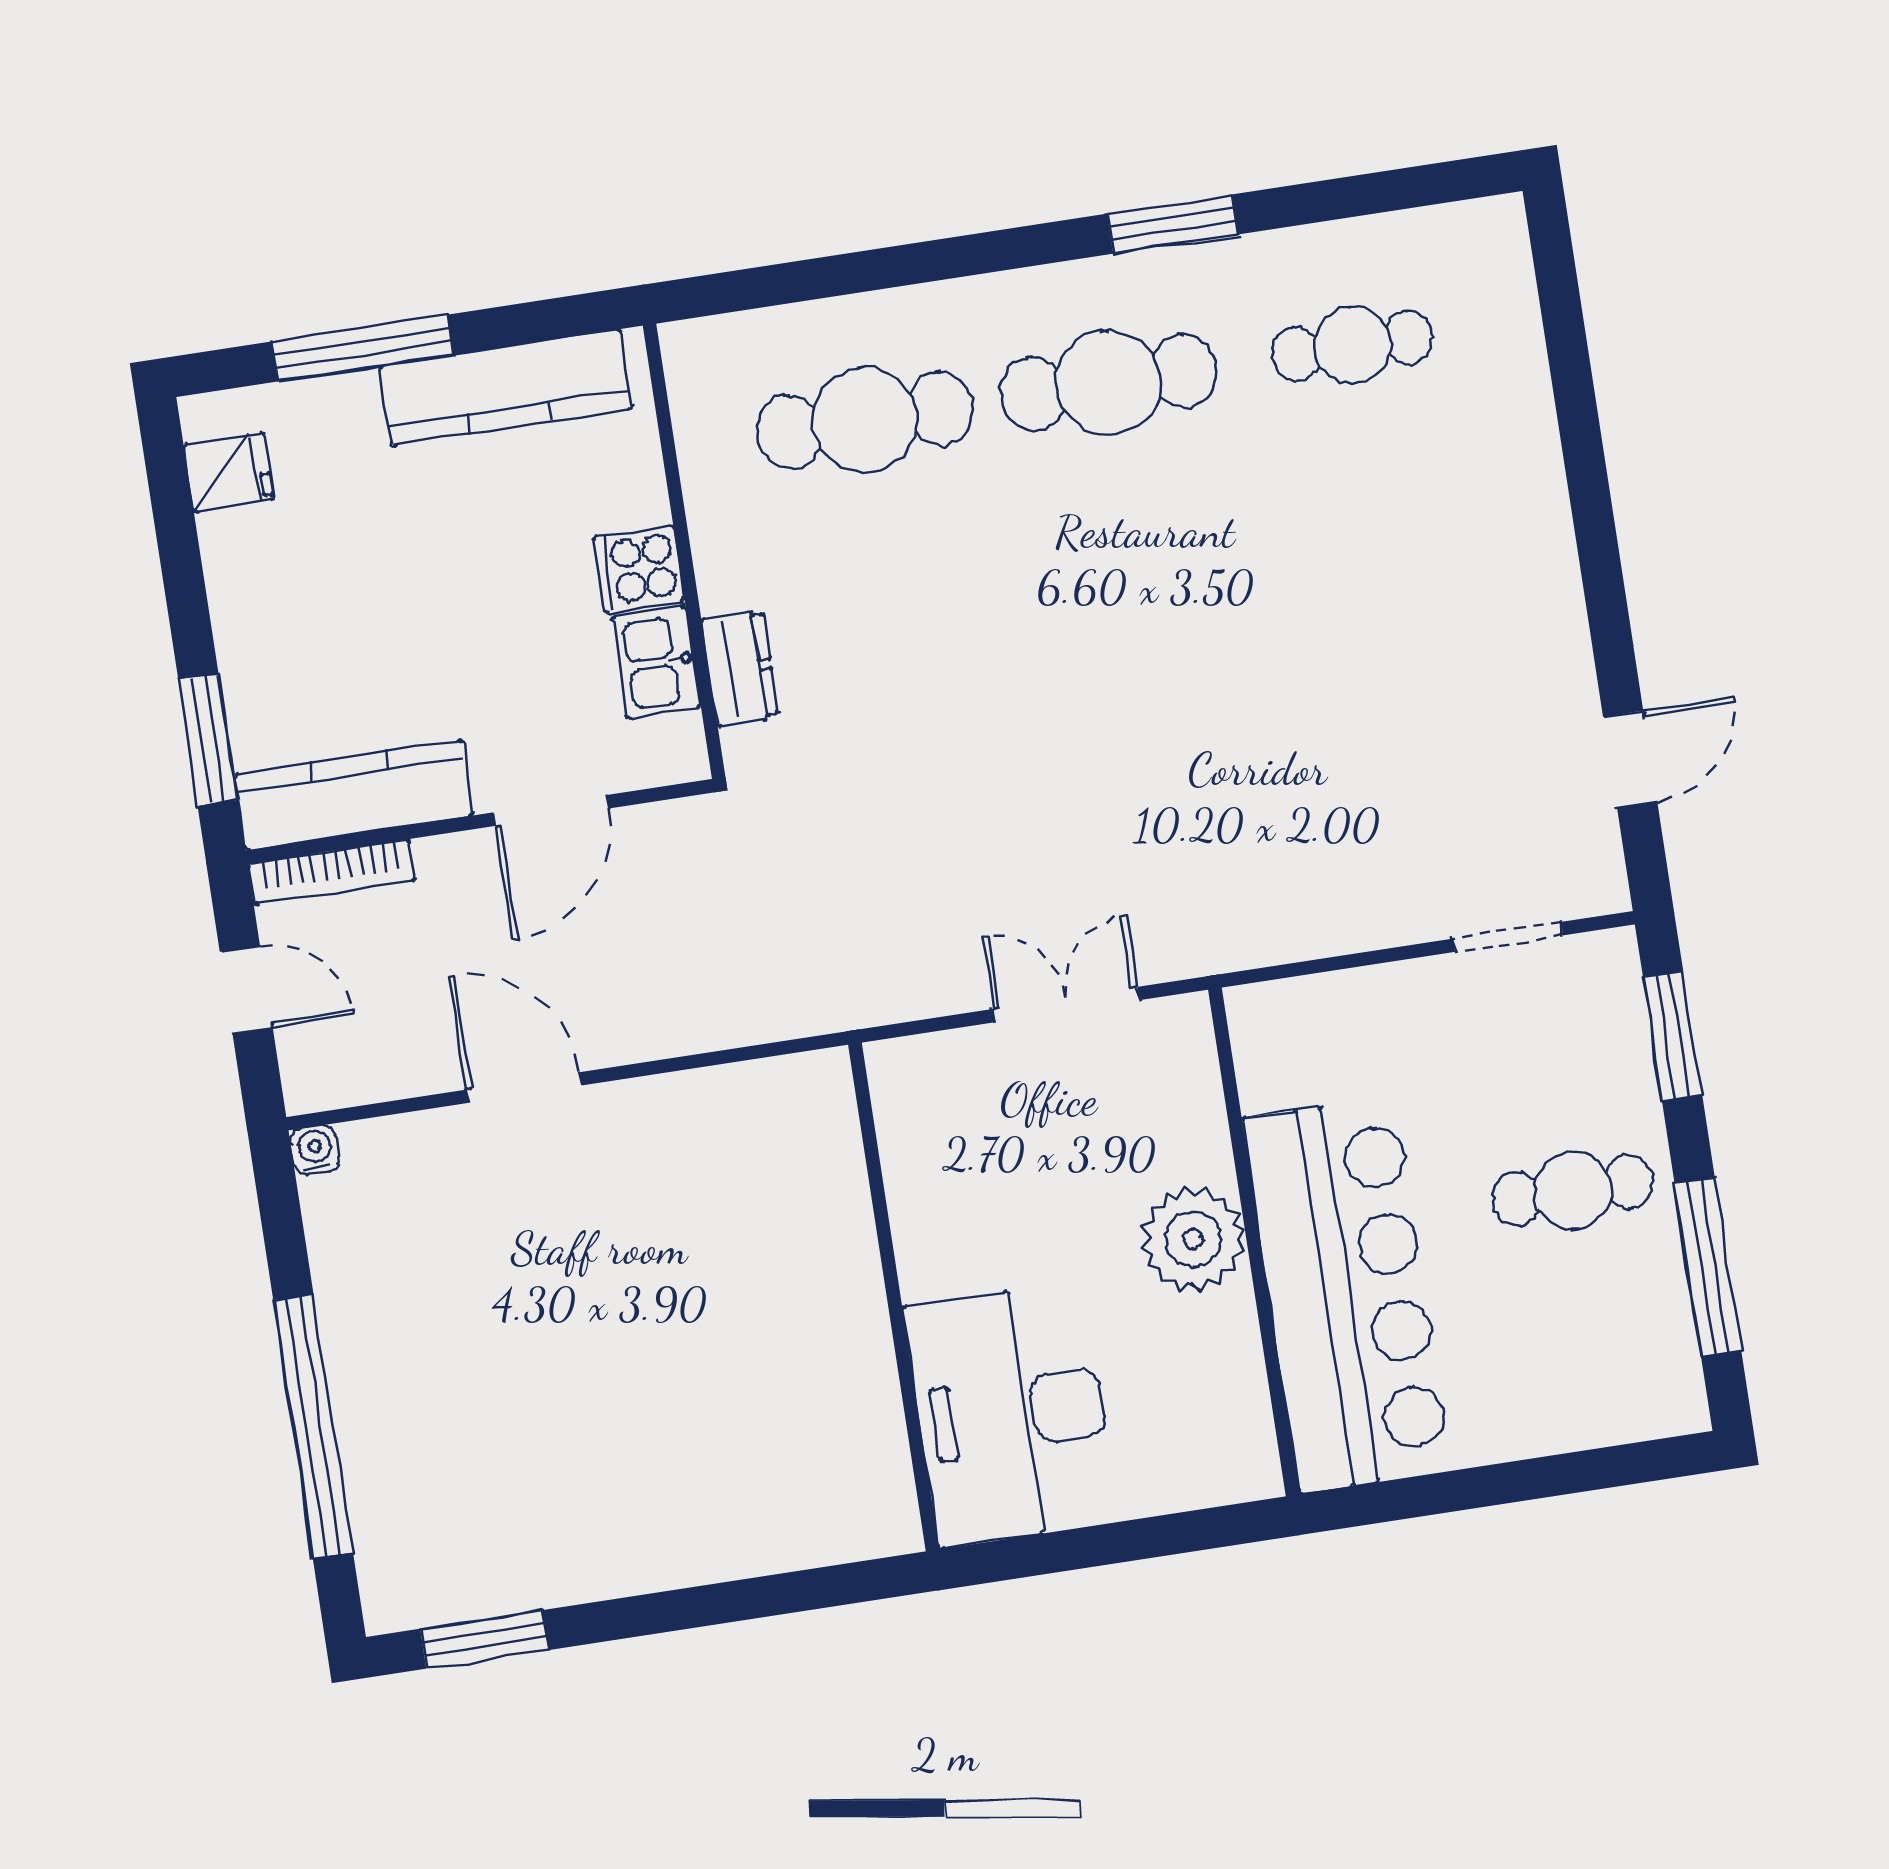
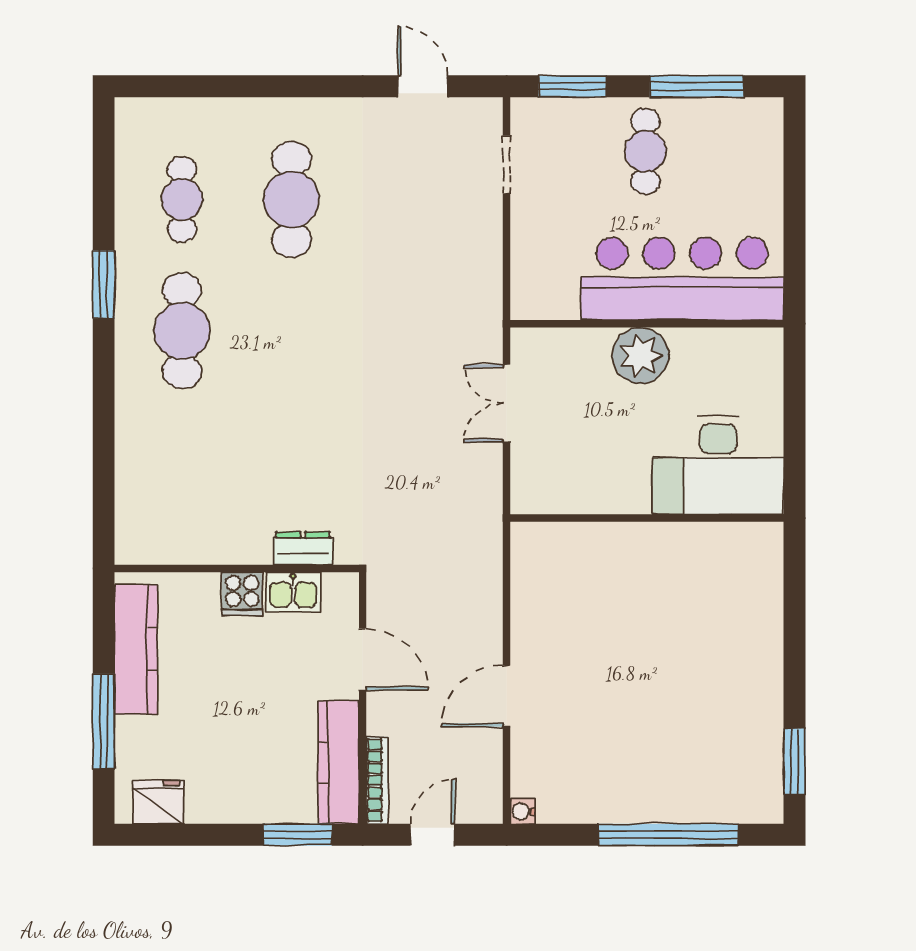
cafe table: (865, 420) -> (291, 199), moved
fridge: (229, 472) -> (158, 802), width x1.38

